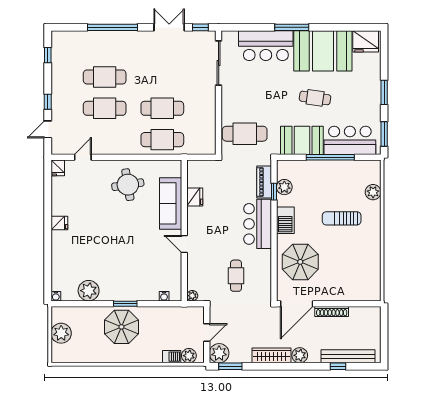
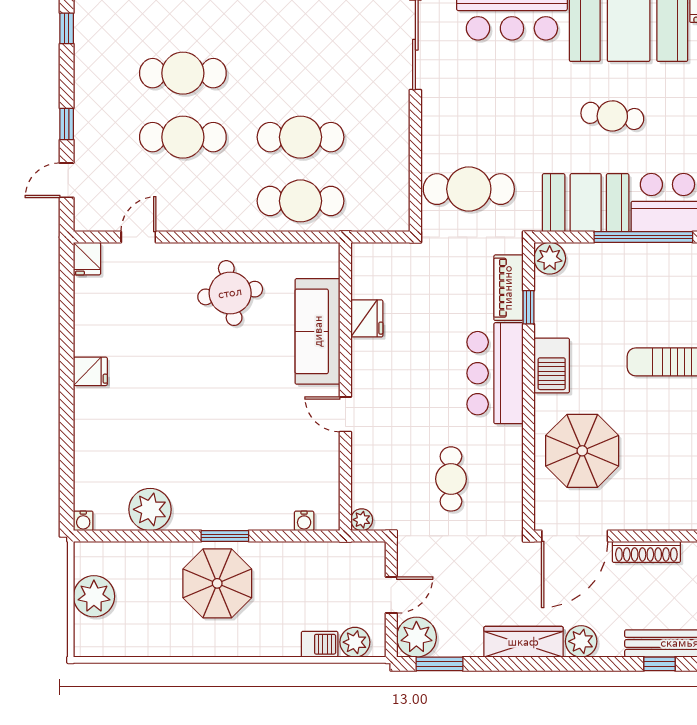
plant: (284, 187) -> (550, 258), moved

